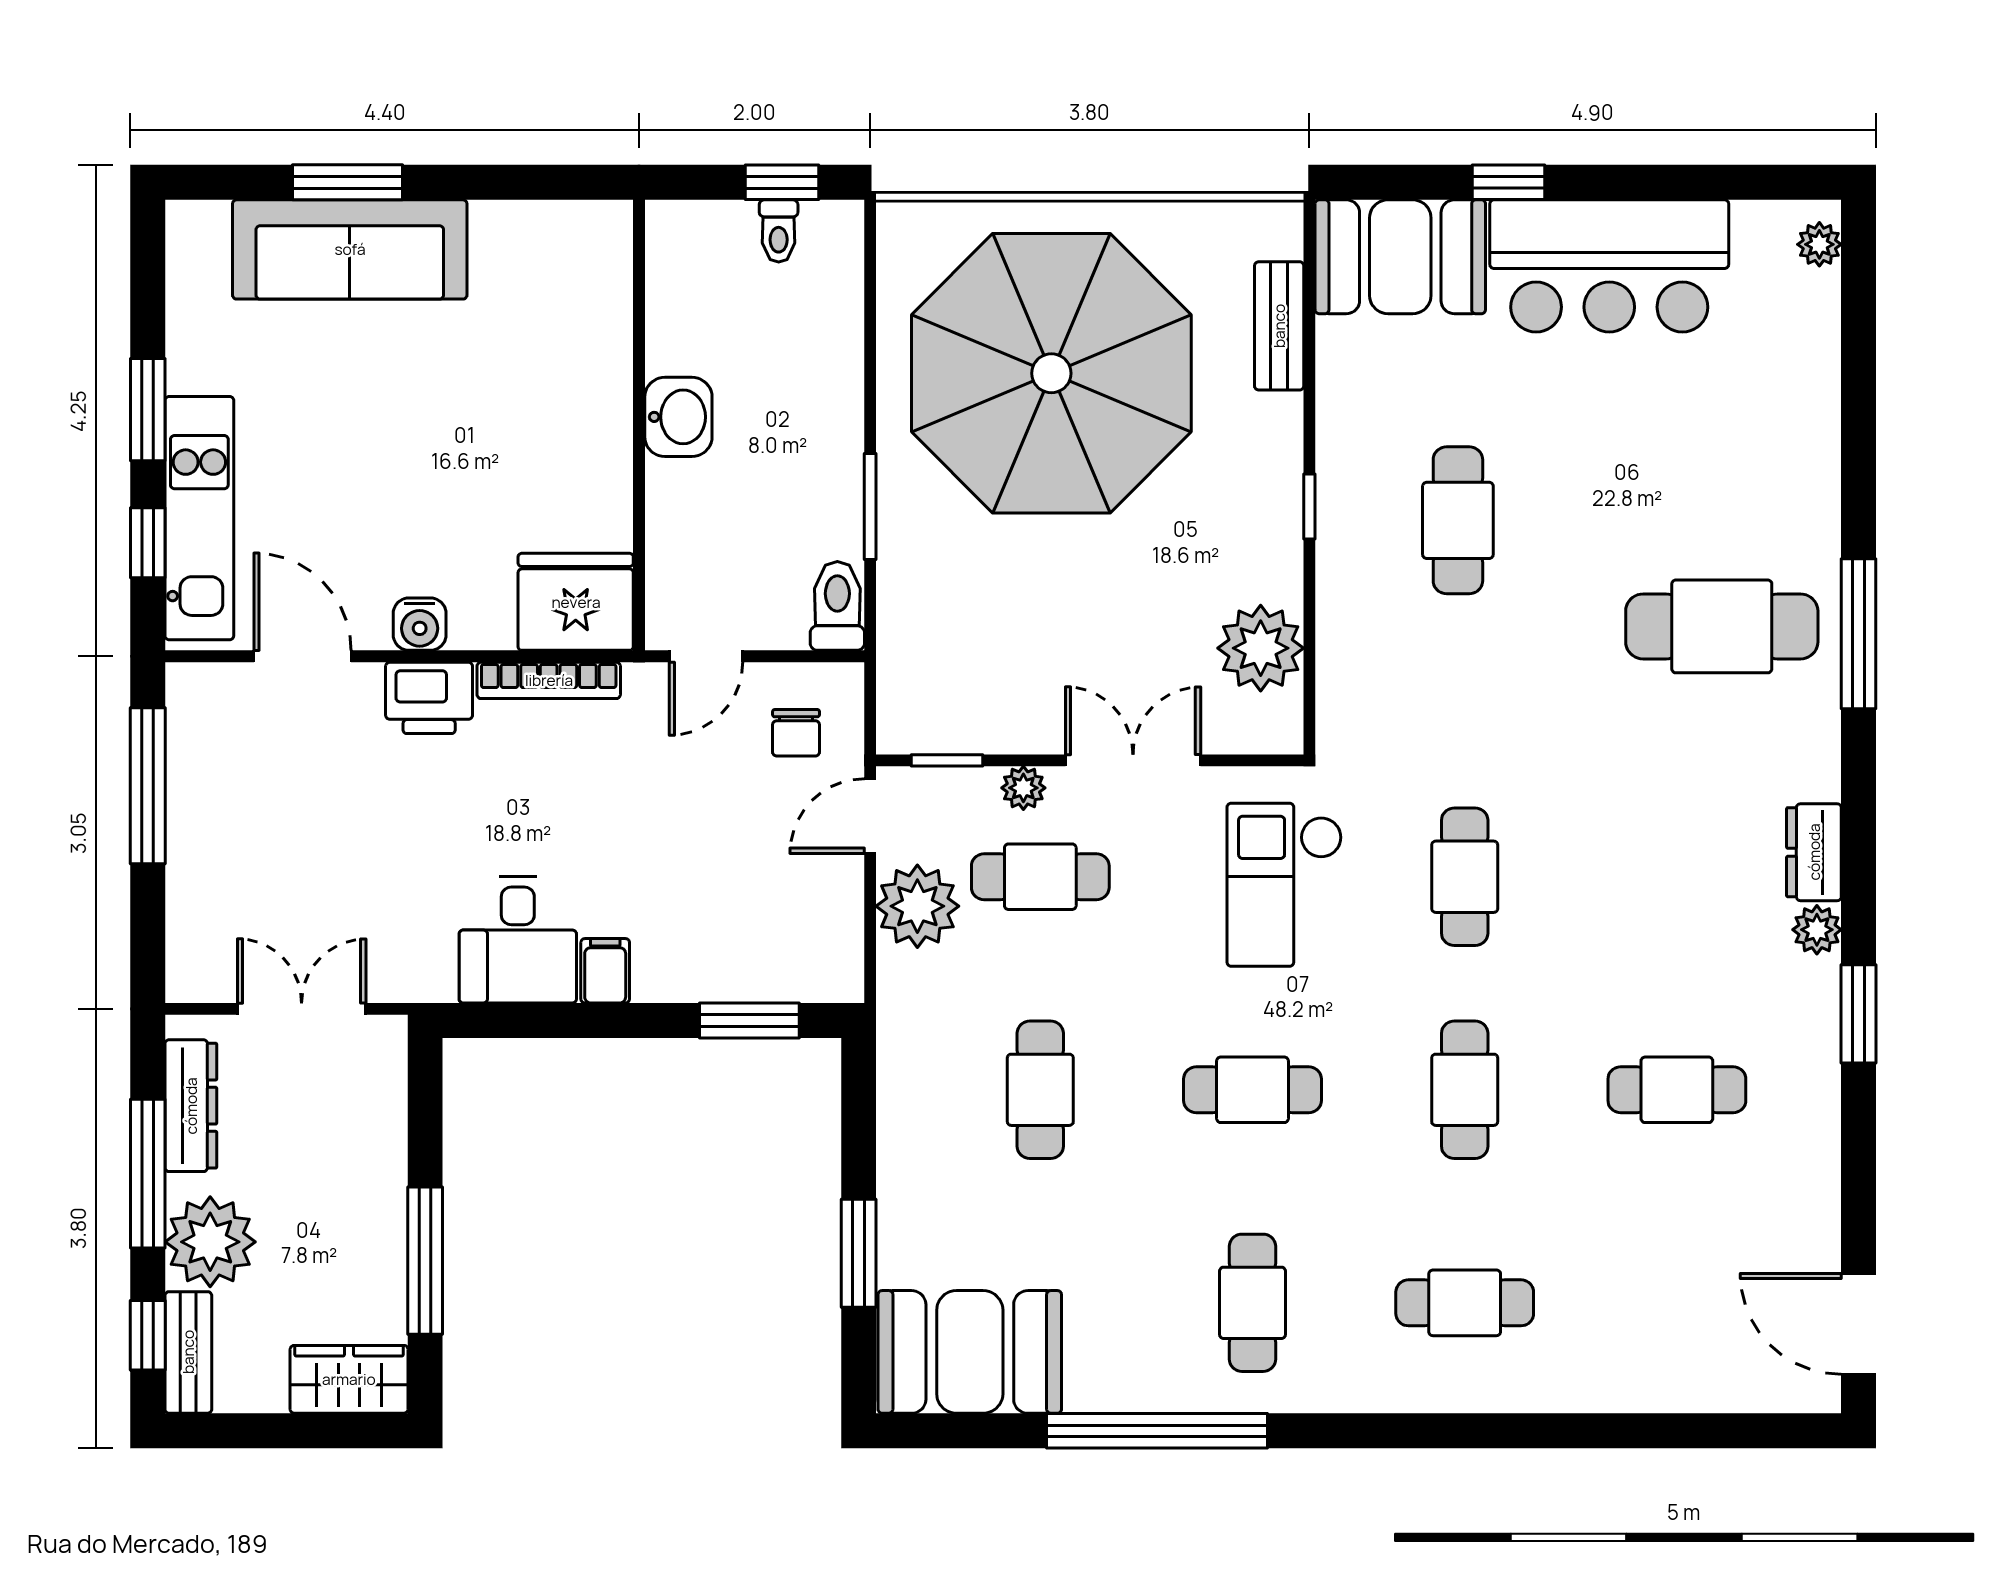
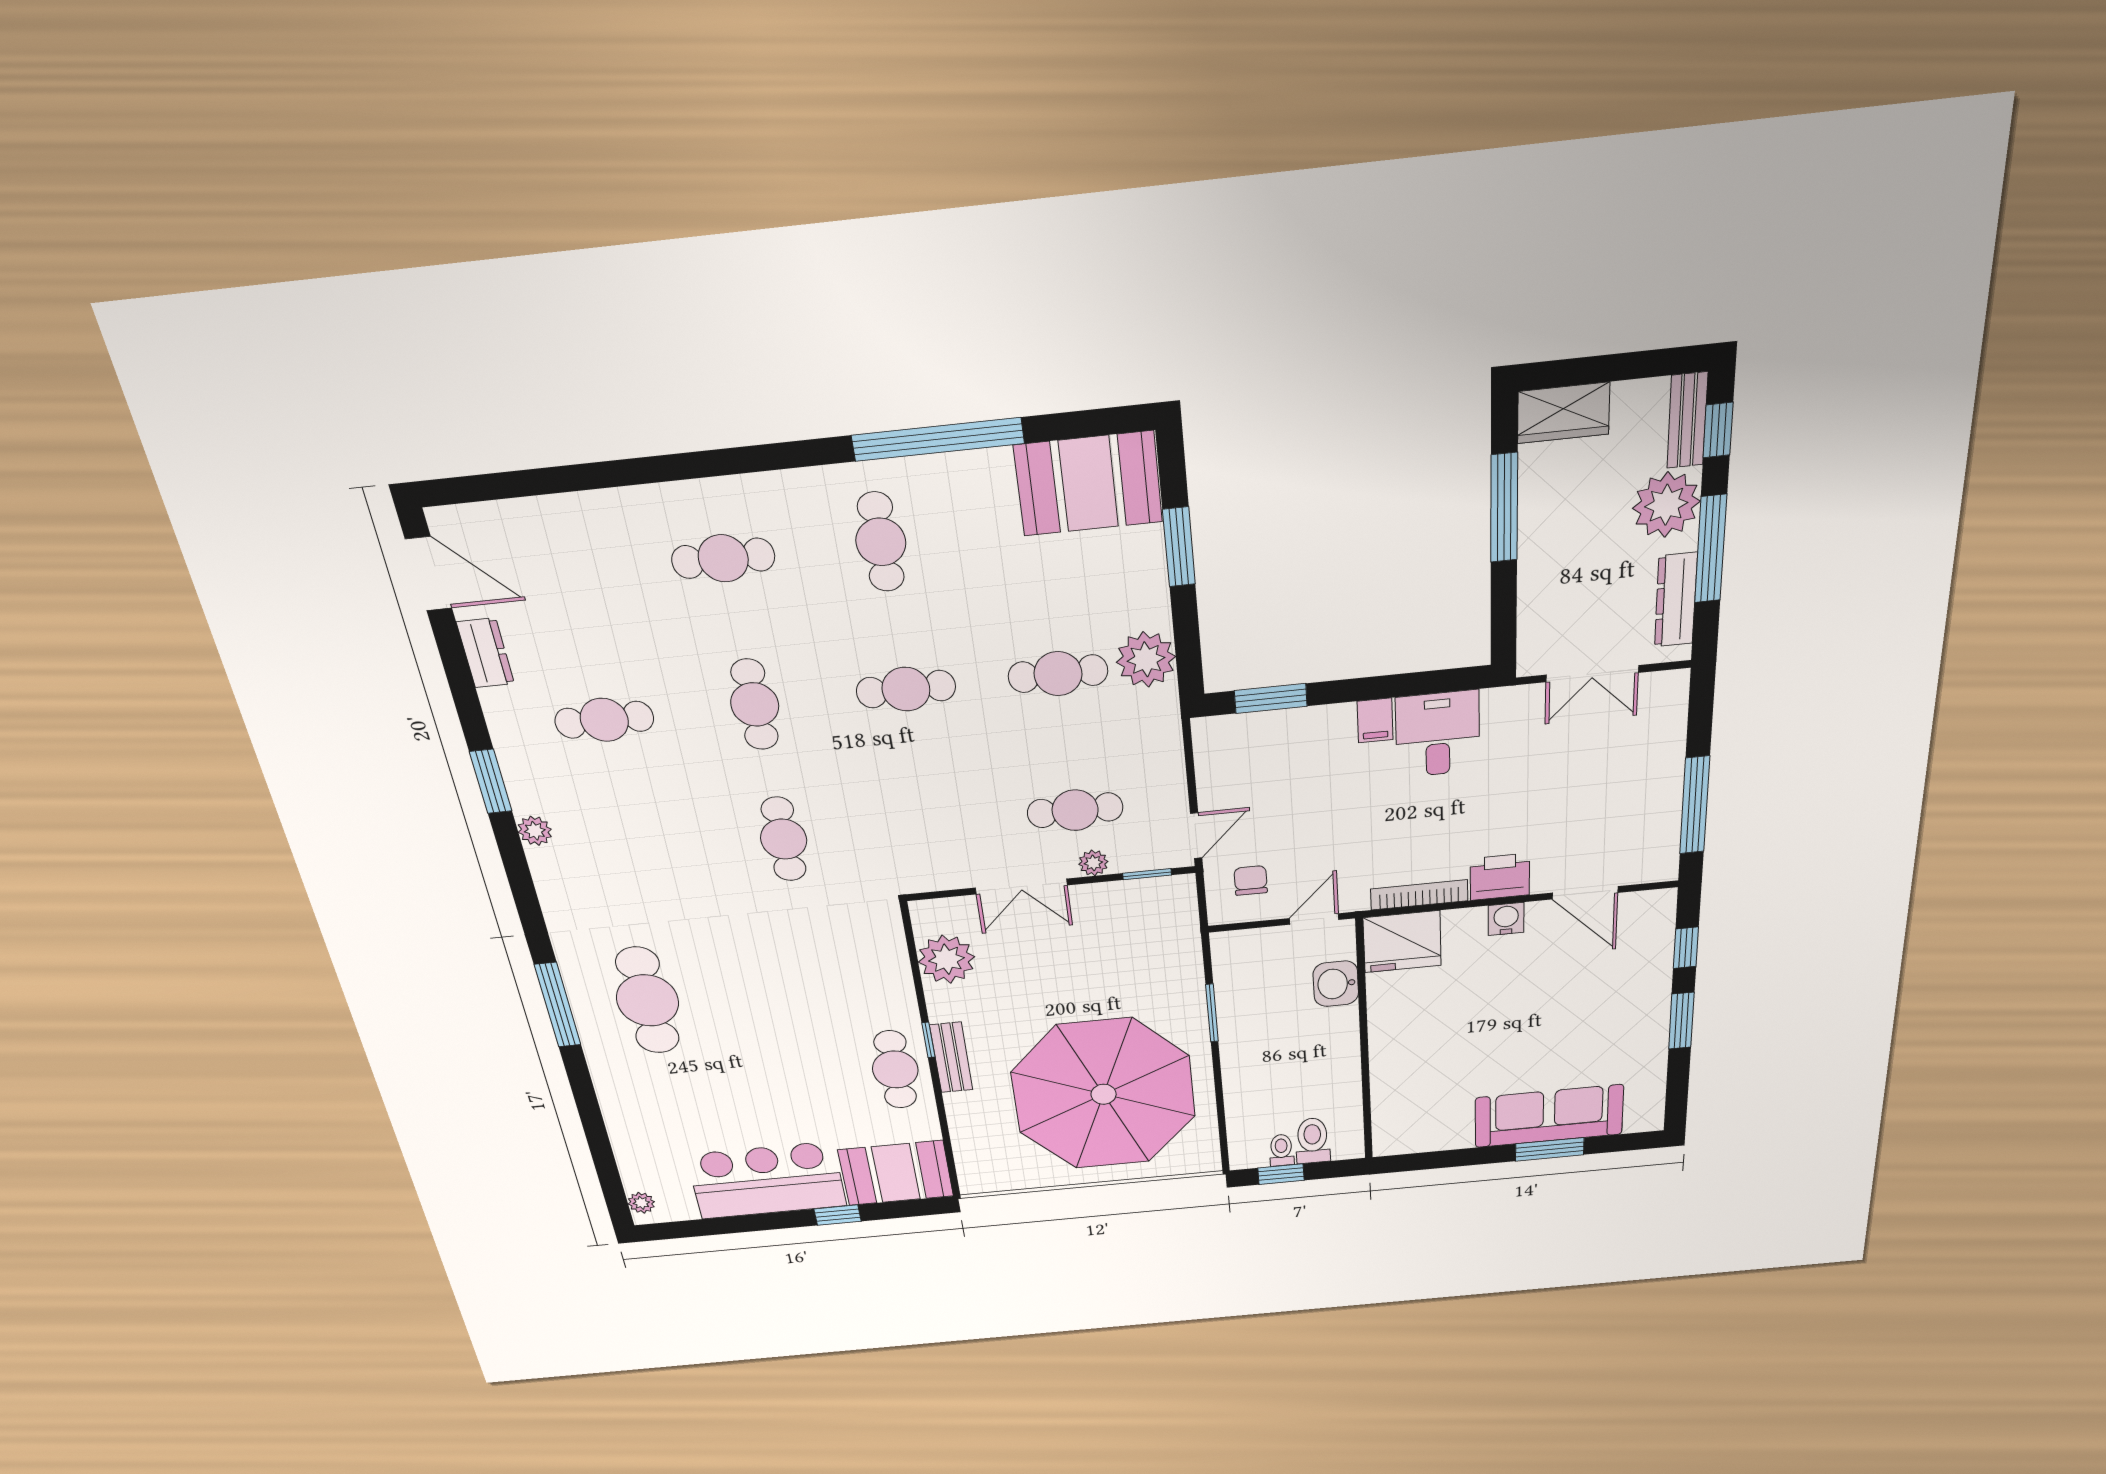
bench: (1279, 326) -> (951, 1057), moved
washbasin: (678, 417) -> (1336, 984), moved
kitchen unit: (199, 518) -> (1651, 965), removed
cafe table: (1458, 520) -> (895, 1070), moved
toilet: (837, 606) -> (1313, 1141), moved, turned 180
cafe table: (1722, 626) -> (648, 1000), turned 90
dresser: (1814, 852) -> (485, 653), moved
checkout: (1284, 885) -> (906, 822), removed
plant: (917, 906) -> (1146, 659), moved
cafe table: (1040, 1090) -> (1058, 674), turned 90

